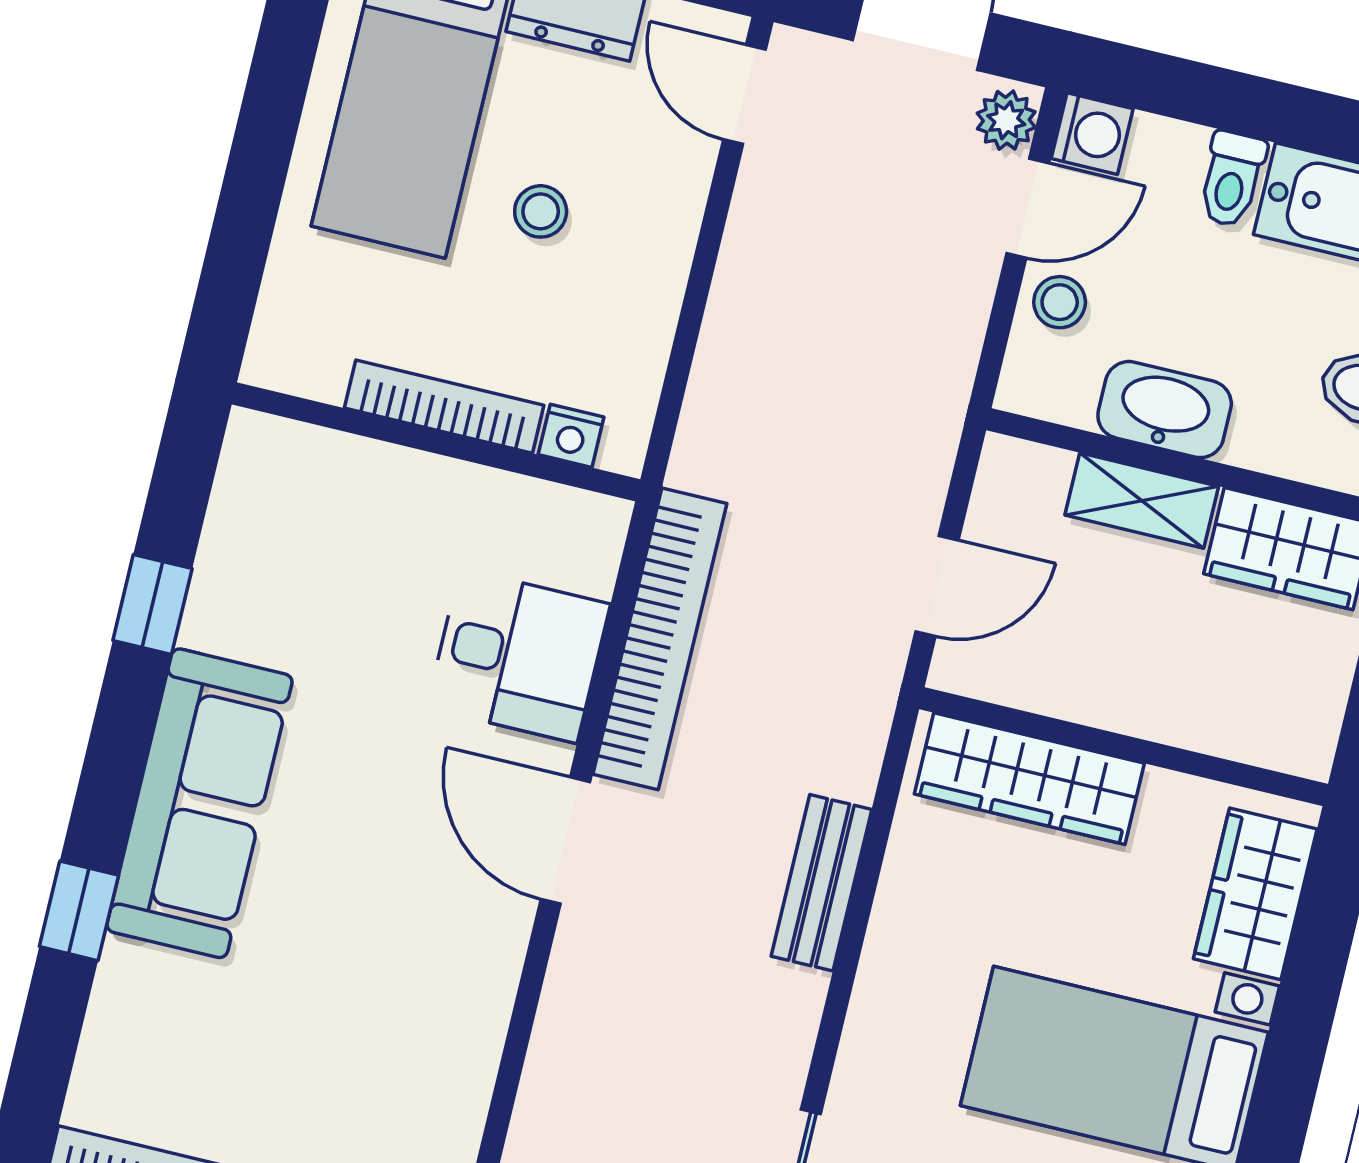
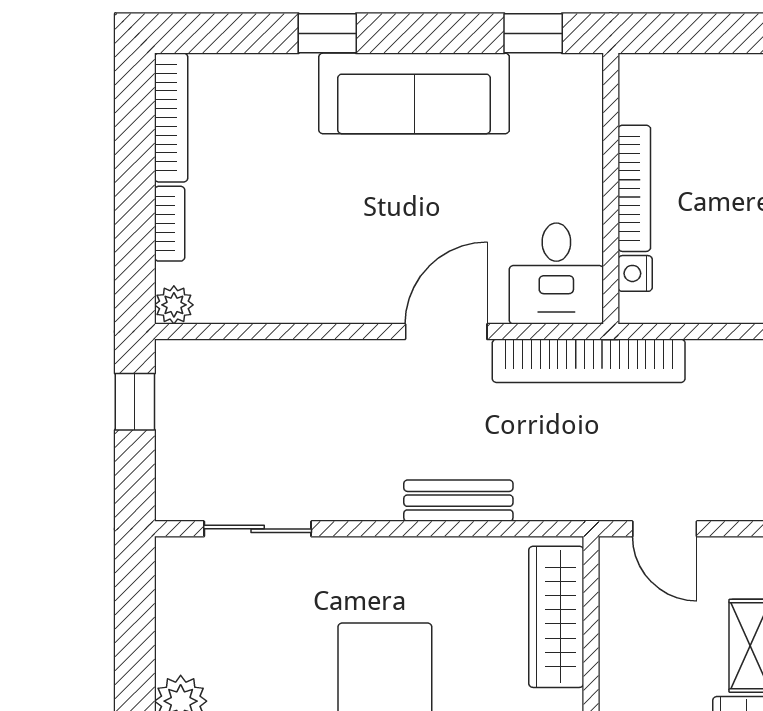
bookcase: (444, 407) -> (634, 188), moved
nightstand: (571, 436) -> (635, 273), moved
wall: (436, 442) -> (611, 189), moved

